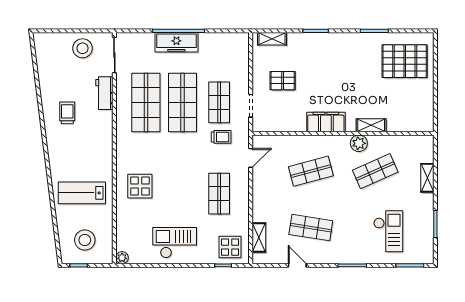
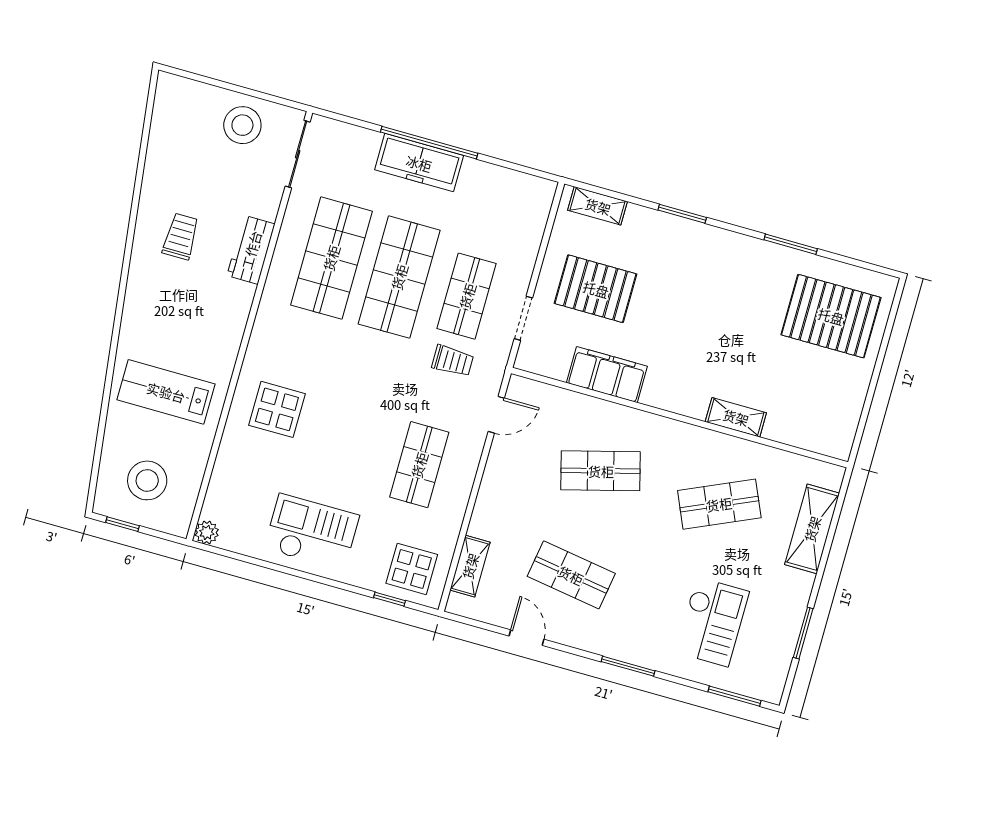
pallet: (283, 81) -> (596, 289), width x1.50, depth x1.42
workbench: (104, 93) -> (251, 250), moved
filing cabinet: (326, 122) -> (607, 375), moved
plant: (359, 143) -> (704, 444), removed
shelving: (427, 178) -> (812, 529), width x1.50, depth x1.33

